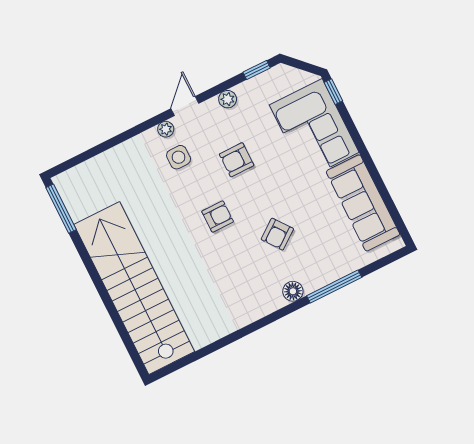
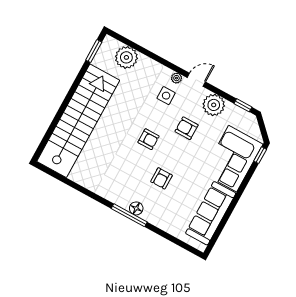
plant: (228, 99) -> (214, 105), width x1.87, depth x1.87
plant: (97, 174) -> (126, 57), added
window: (61, 209) -> (94, 51), width x0.69
armchair: (277, 234) -> (161, 178), turned -53
window: (334, 287) -> (129, 215), moved

